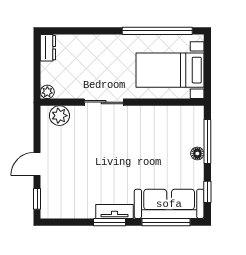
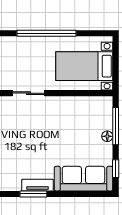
window: (157, 31) -> (47, 33), moved
window: (166, 222) -> (81, 194), removed

